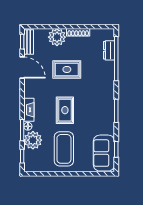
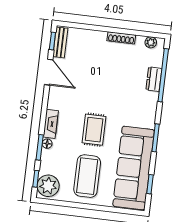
plant: (57, 37) -> (151, 42), moved, width x0.53, depth x0.53
dresser: (109, 50) -> (154, 79), moved
rug: (67, 69) -> (102, 81), removed
plant: (33, 140) -> (48, 186), moved
sofa: (104, 153) -> (134, 168), width x1.85, depth x1.27

